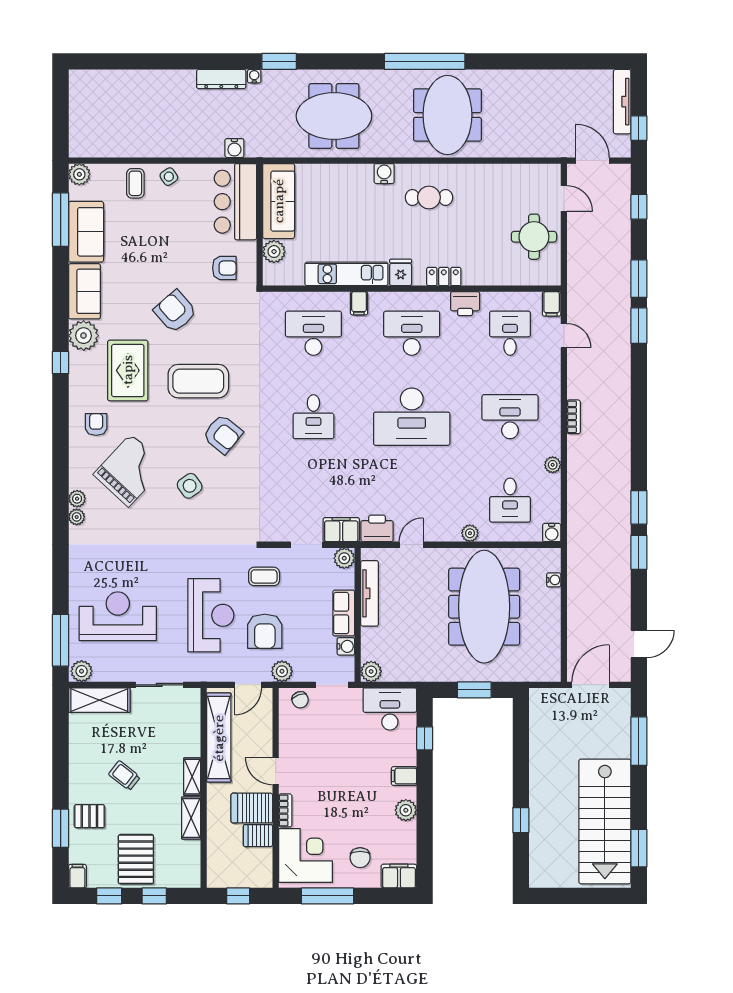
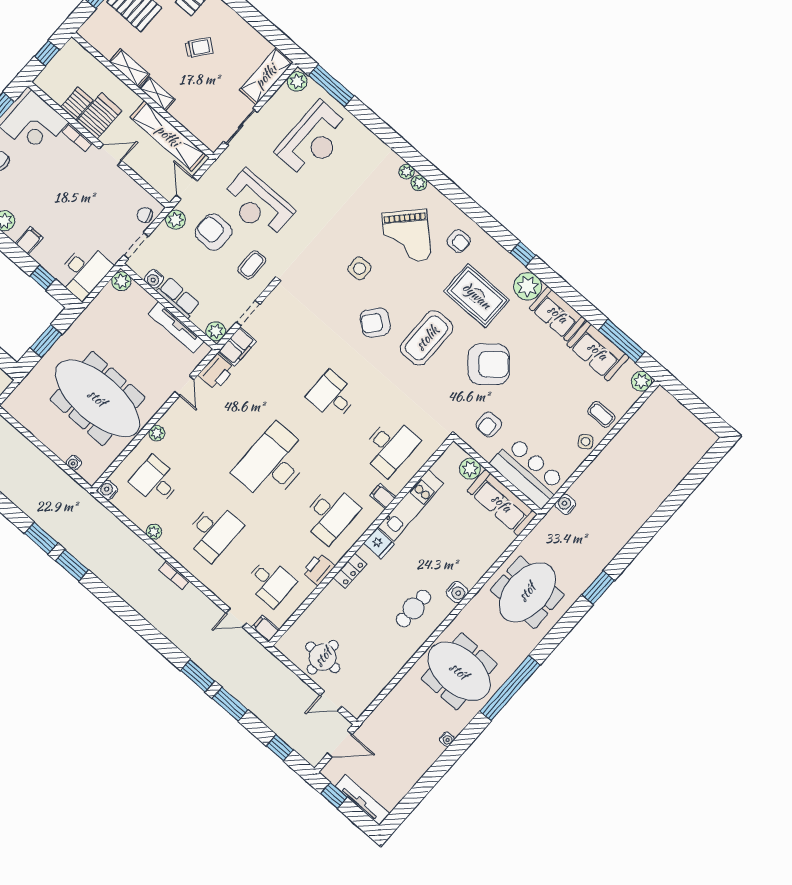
water cooler: (254, 76) -> (447, 739), moved
dresser: (221, 79) -> (621, 537), removed
armchair: (175, 311) -> (489, 364), width x1.36, depth x1.36
side table: (190, 486) -> (360, 268), turned 35

